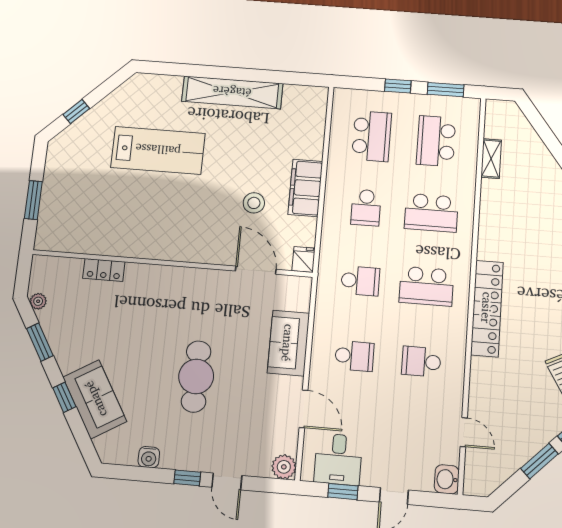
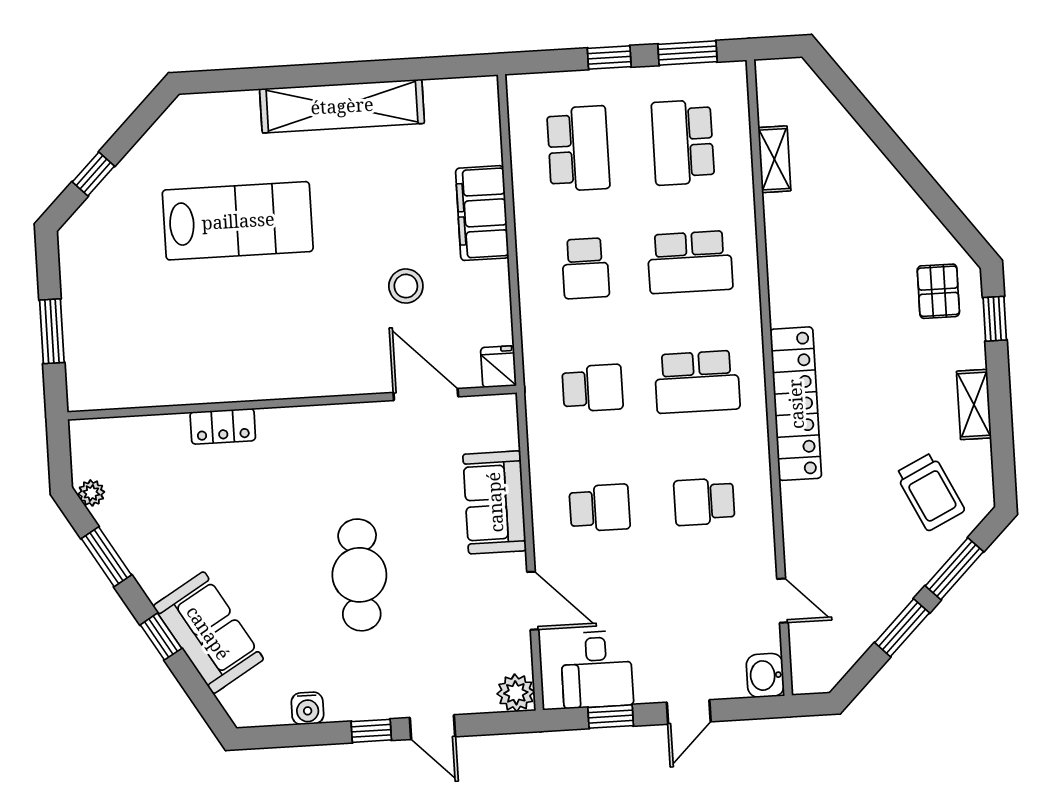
filing cabinet: (305, 188) -> (482, 213), moved
locker: (104, 270) -> (223, 426), moved

